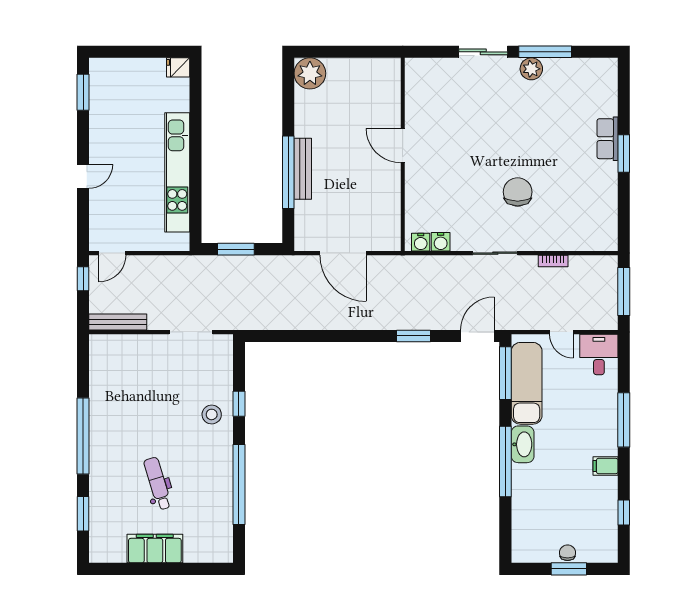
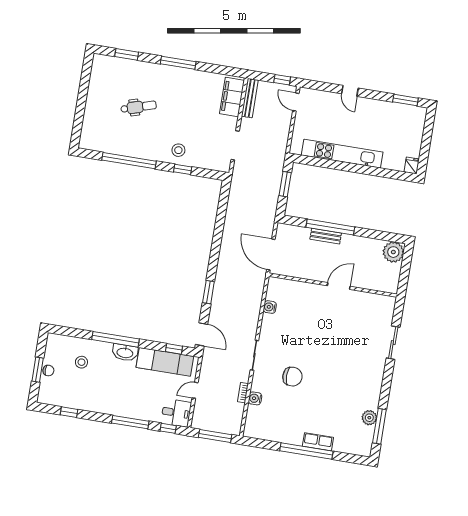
sliding door: (483, 52) -> (393, 343), moved
window: (545, 52) -> (379, 426), moved
plant: (531, 69) -> (369, 418), moved
door: (403, 146) -> (339, 286), moved
wall: (403, 154) -> (333, 285), moved
window: (624, 154) -> (306, 451), width x2.11
bench: (303, 169) -> (326, 236), width x0.73
water cooler: (441, 242) -> (255, 398), moved
door: (343, 253) -> (271, 254), hinge flipped
window: (624, 363) -> (168, 428), added
window: (505, 373) -> (174, 349), width x0.46
window: (83, 436) -> (178, 63), width x0.68
filing cabinet: (605, 466) -> (102, 405), removed
stool: (547, 506) -> (81, 362), added
filing cabinet: (155, 549) -> (232, 97), moved, turned 180

